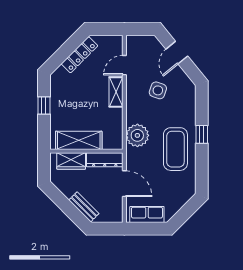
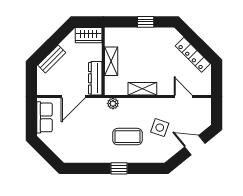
shelving: (116, 92) -> (142, 89), moved
plant: (137, 135) -> (113, 104), width x0.53, depth x0.53
shelving: (79, 140) -> (111, 61), width x0.67, depth x0.75
coffee table: (175, 149) -> (128, 137), moved, width x0.73, depth x0.76
wardrobe: (71, 161) -> (89, 35), moved, turned -90

